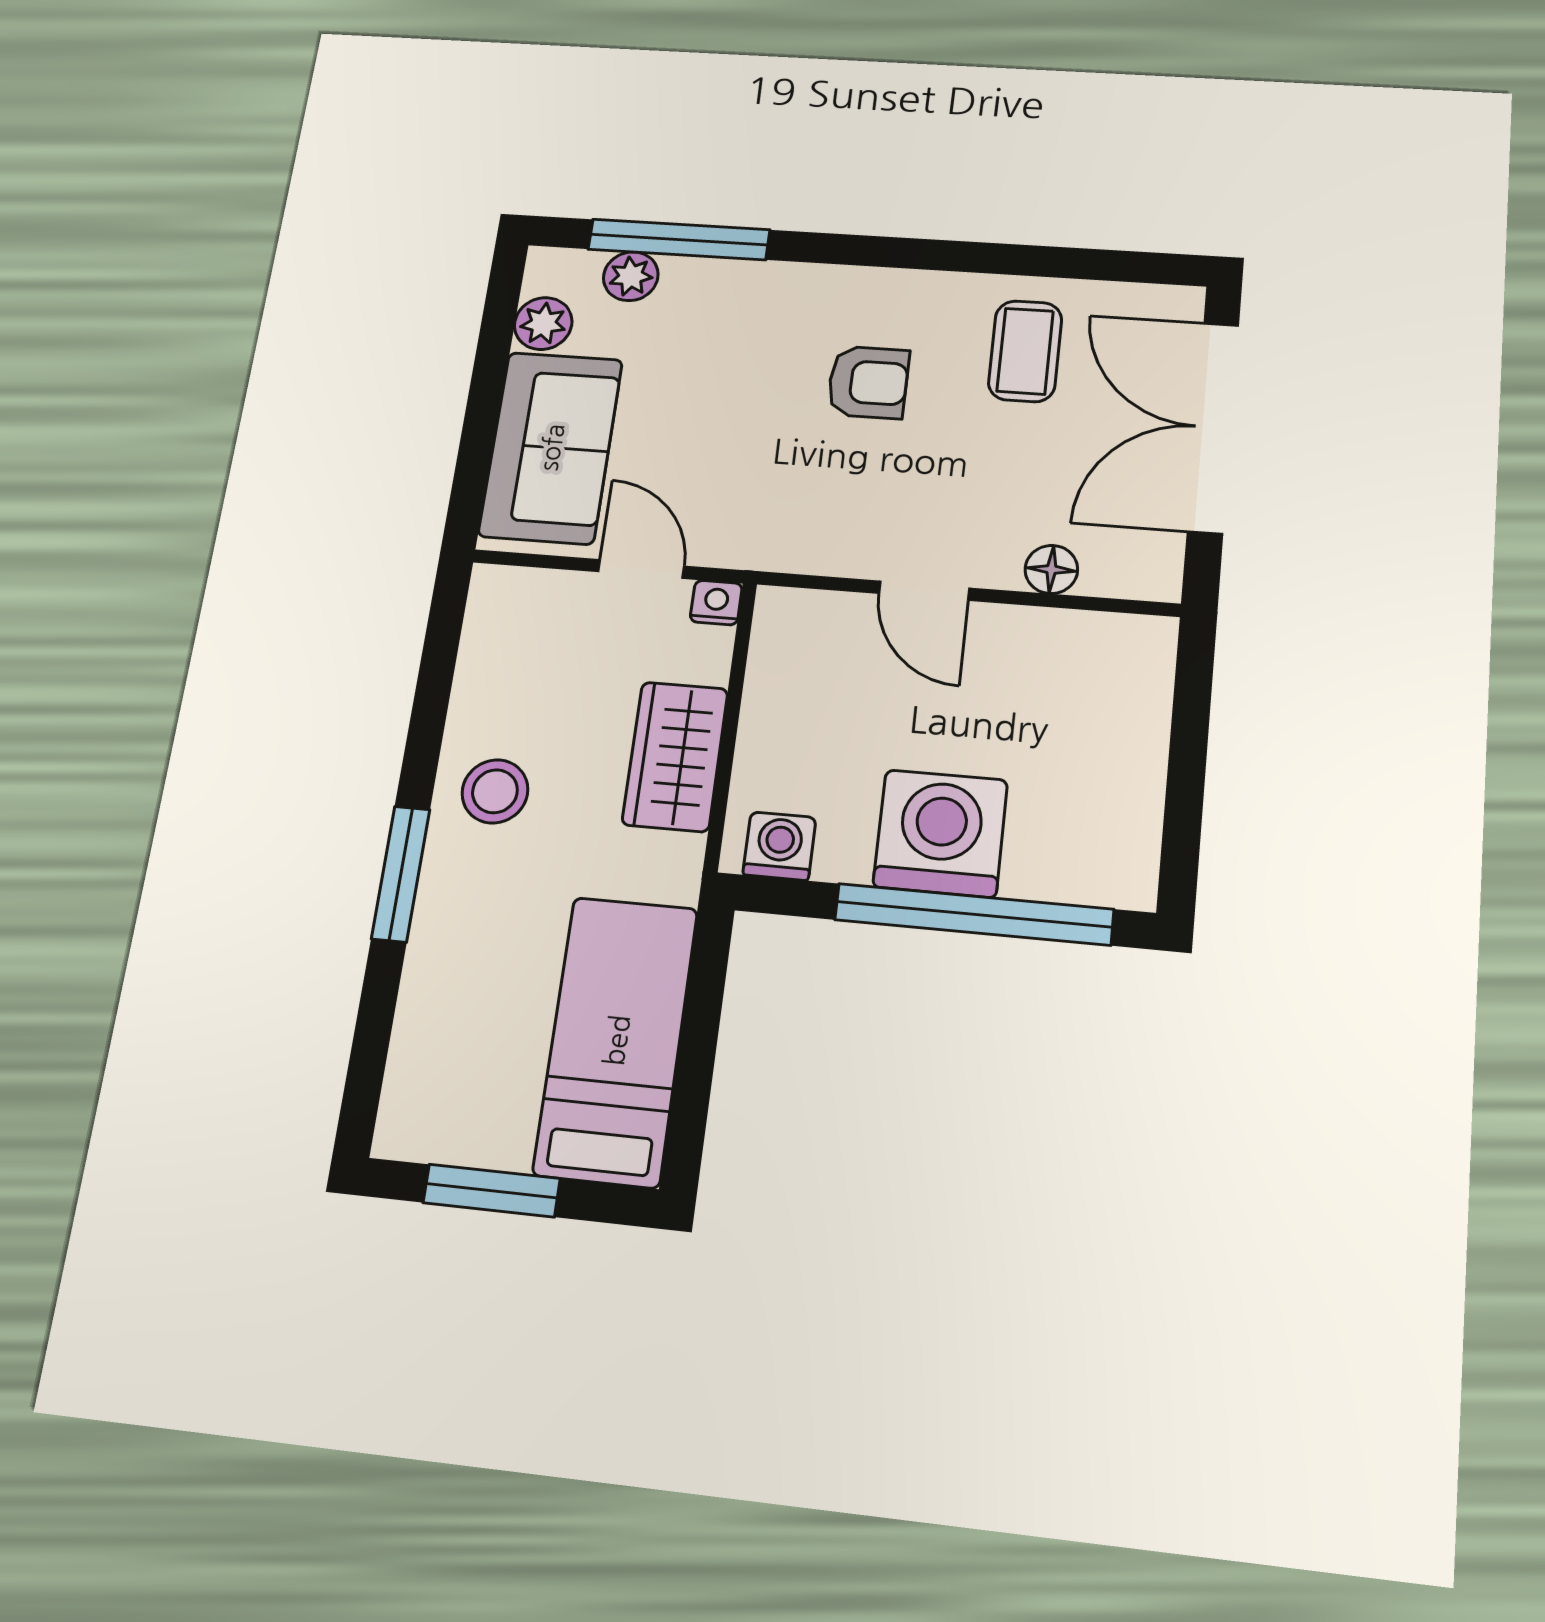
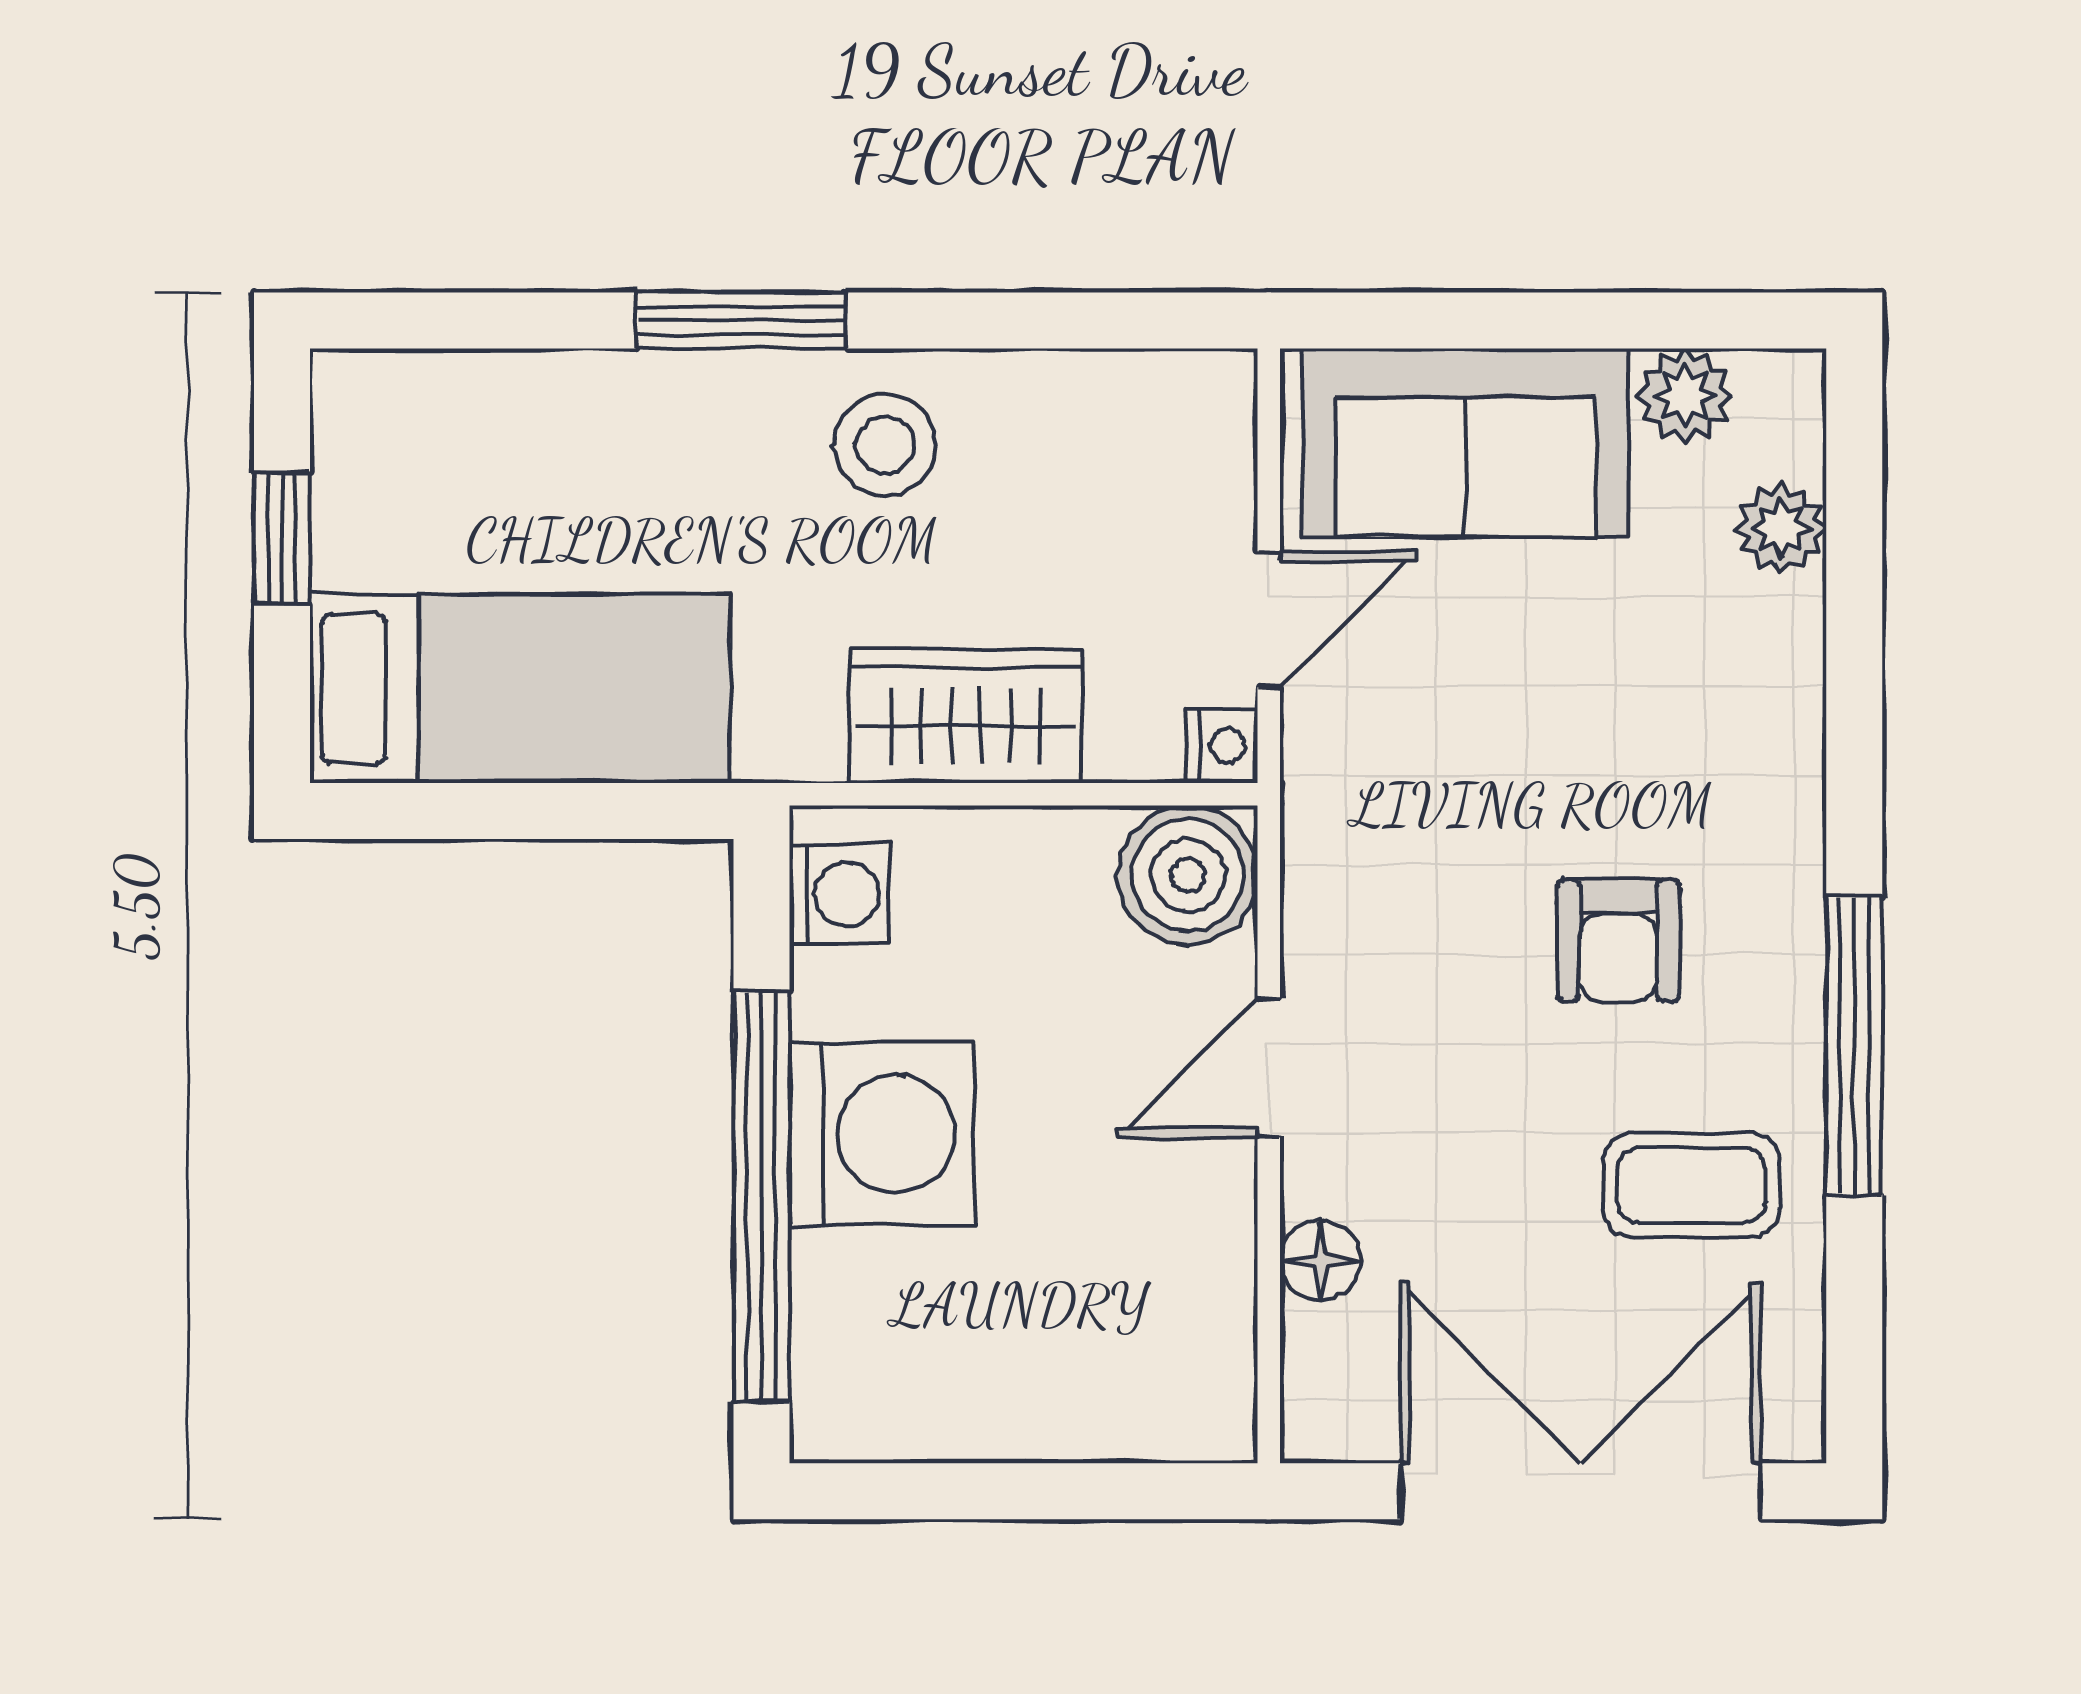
window: (679, 239) -> (1854, 1046), moved
boiler: (795, 630) -> (1188, 875), added
window: (492, 1191) -> (282, 538), width x0.67

